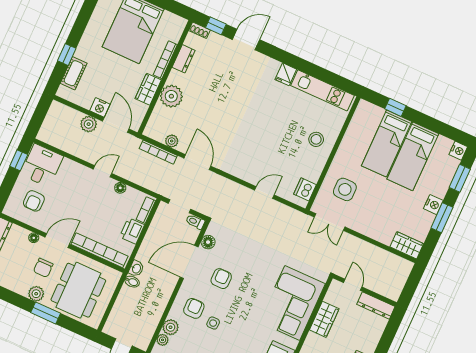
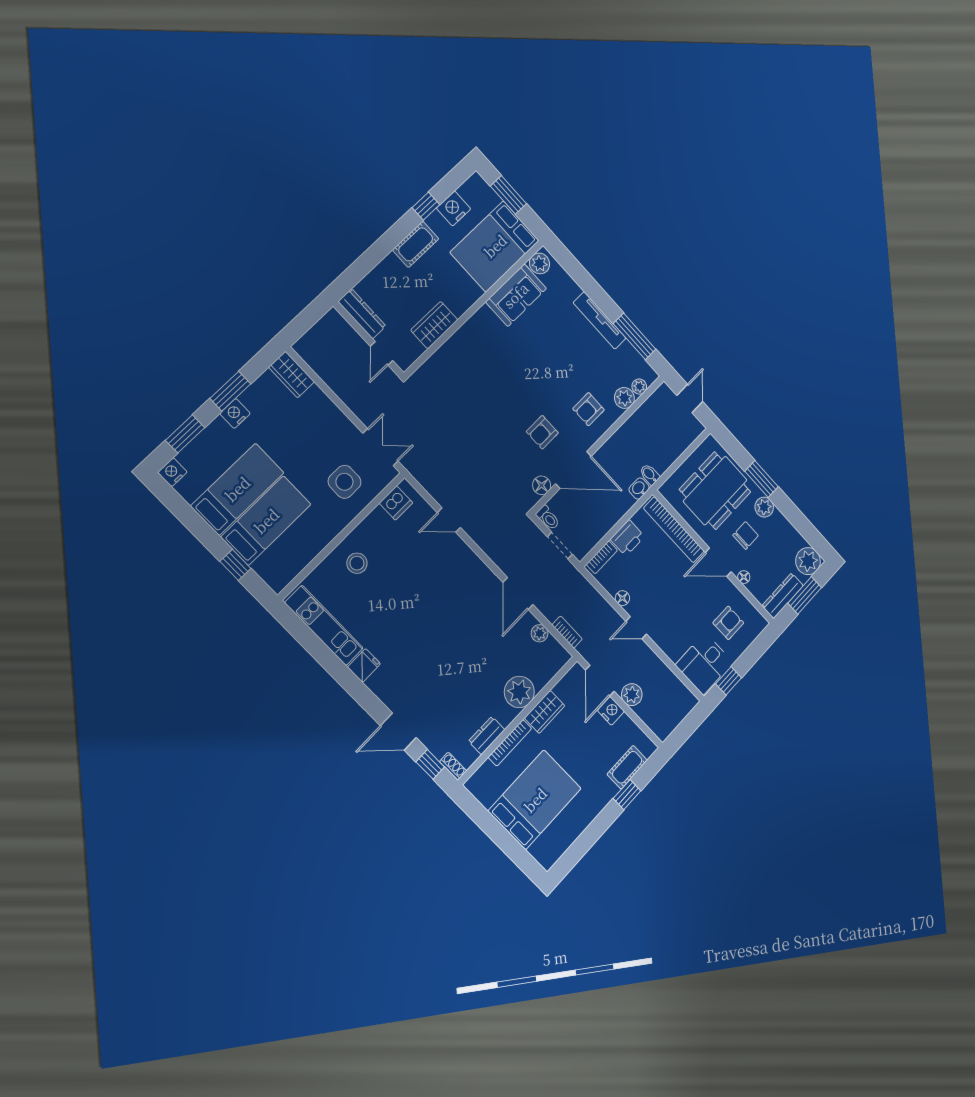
bookcase: (158, 152) -> (567, 632), width x0.64
corner sofa: (292, 303) -> (467, 363), removed
side table: (213, 323) -> (572, 381), removed

